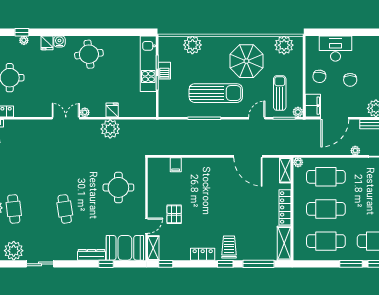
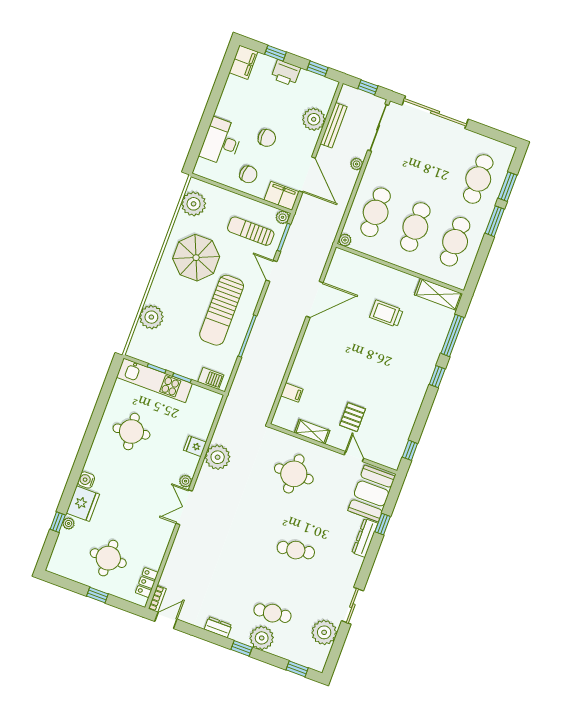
fridge: (47, 43) -> (83, 504), width x1.88, depth x1.34
round table: (89, 54) -> (131, 432), moved
barbecue: (164, 71) -> (211, 378), moved
sun lounger: (216, 93) -> (222, 310), turned 180
shelving: (285, 170) -> (349, 260), removed
locker: (285, 207) -> (395, 277), removed
pallet: (174, 214) -> (353, 417), turned 90
trolley: (229, 247) -> (386, 314), moved
shelving: (153, 248) -> (312, 432), moved
locker: (203, 254) -> (415, 400), removed

